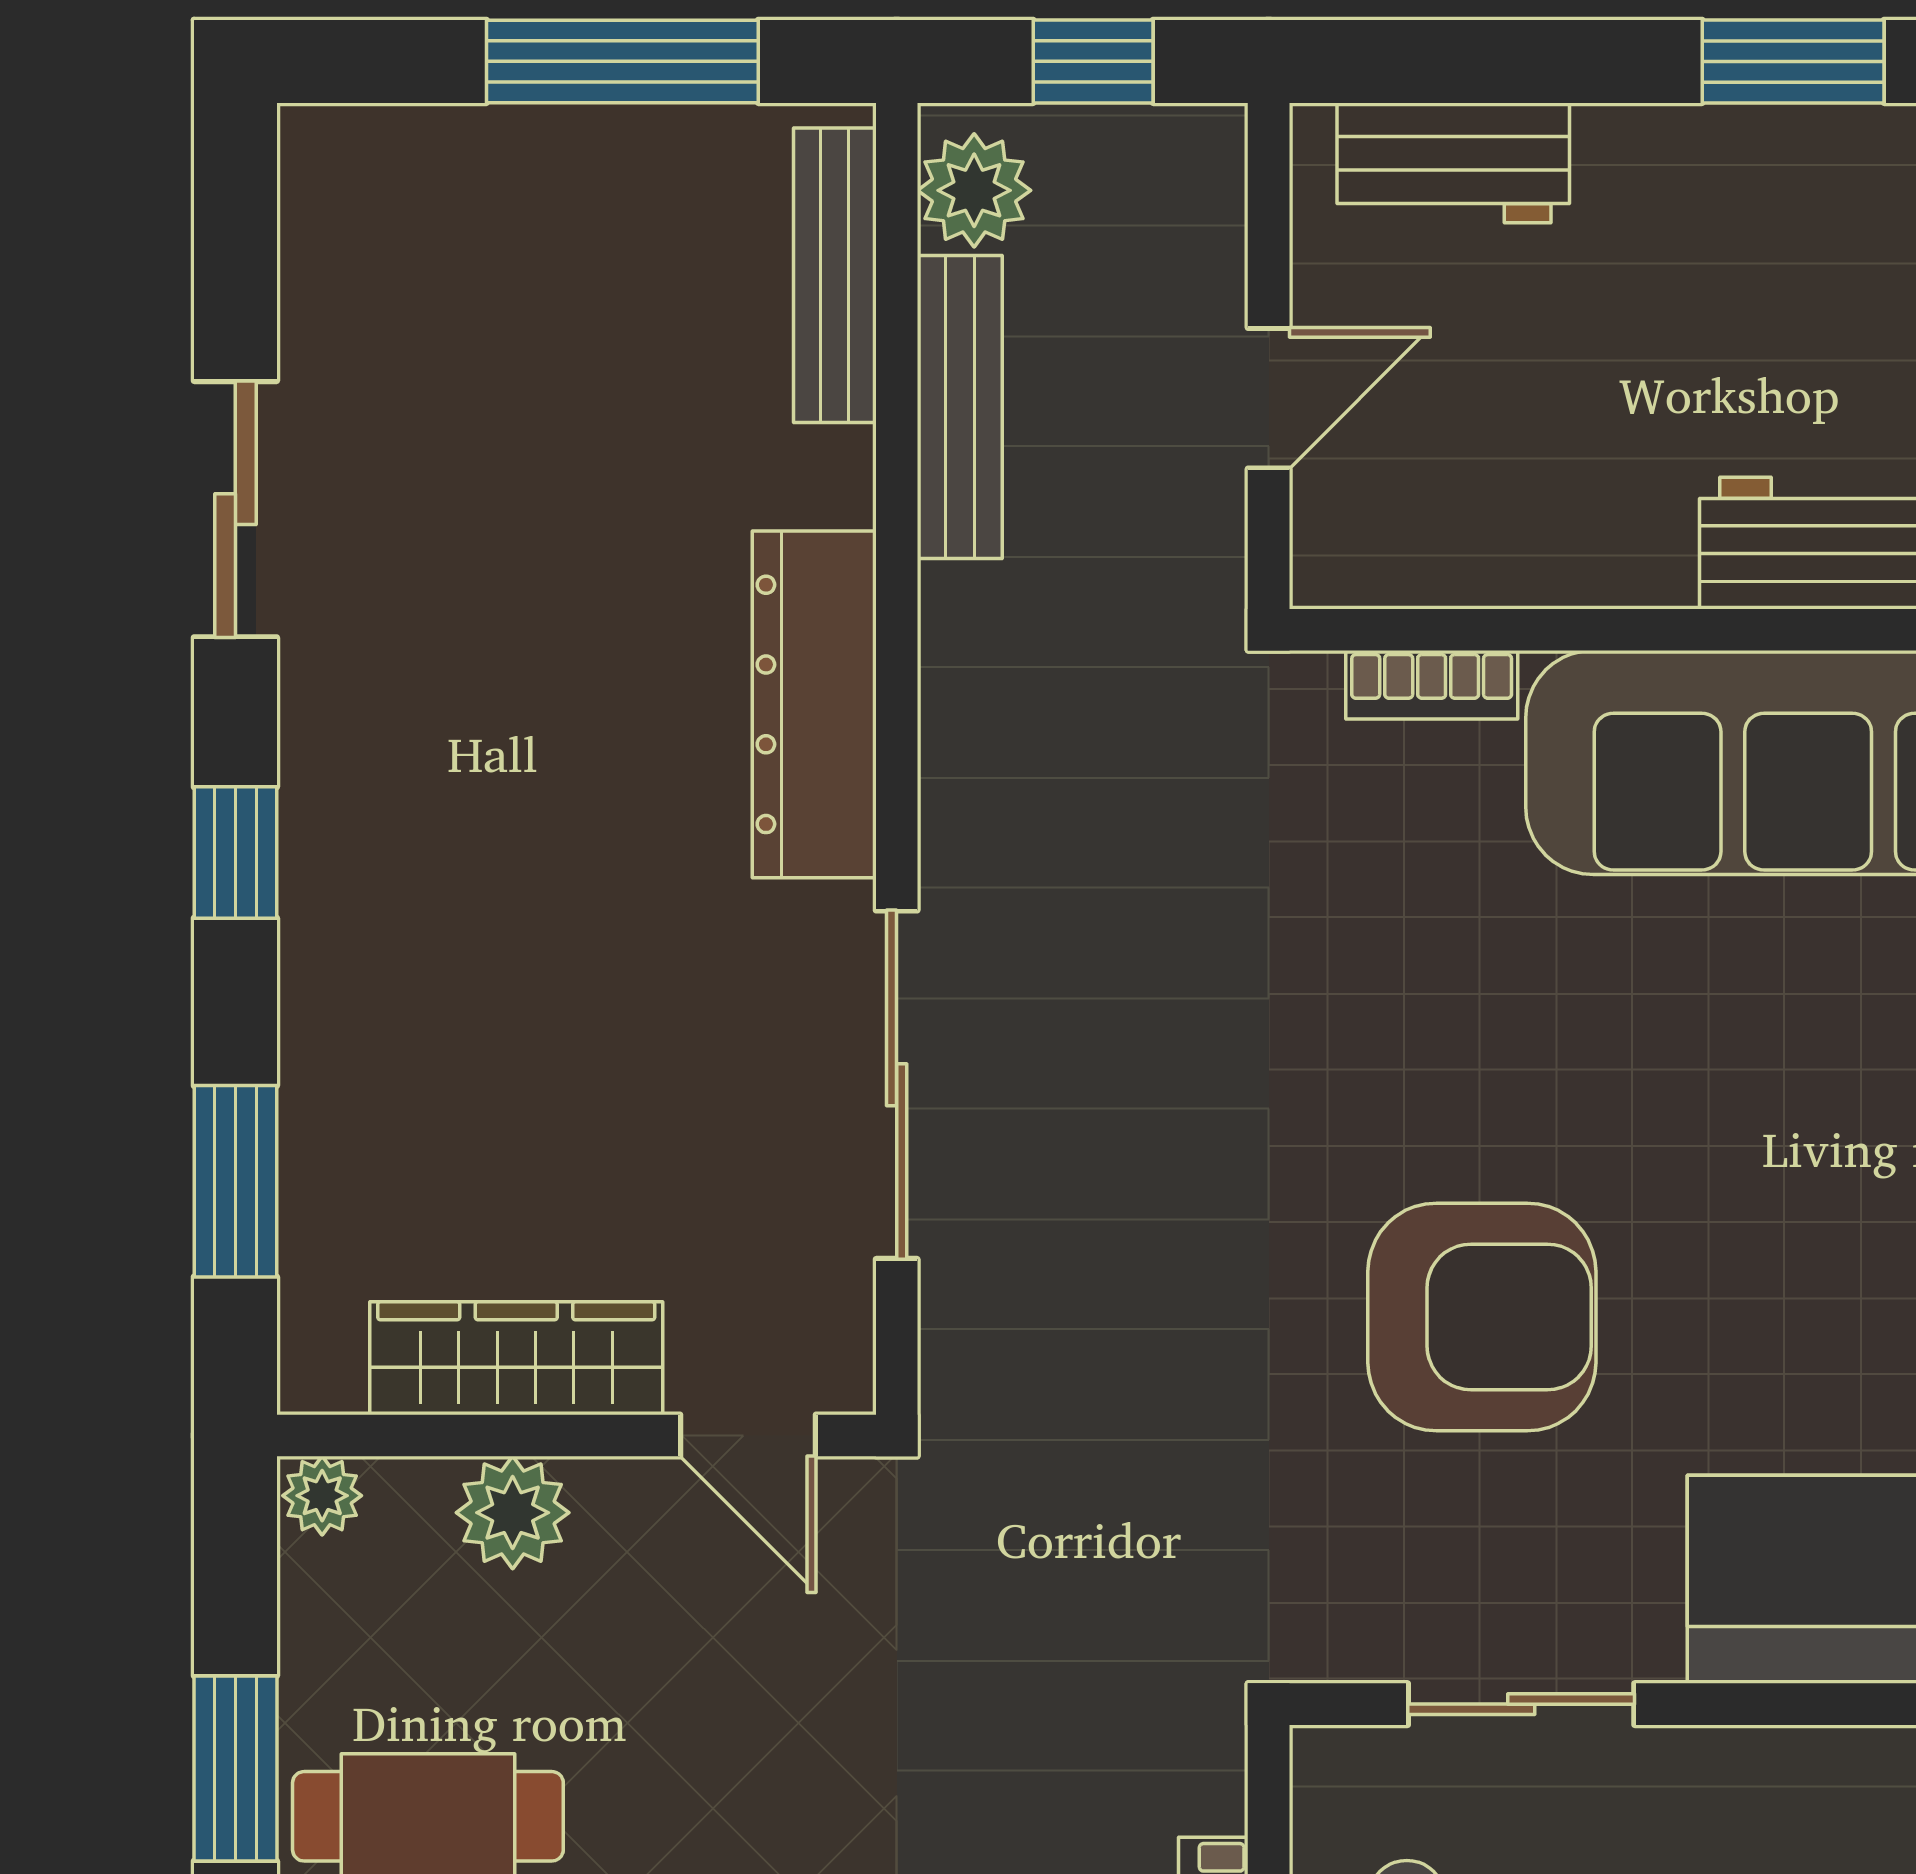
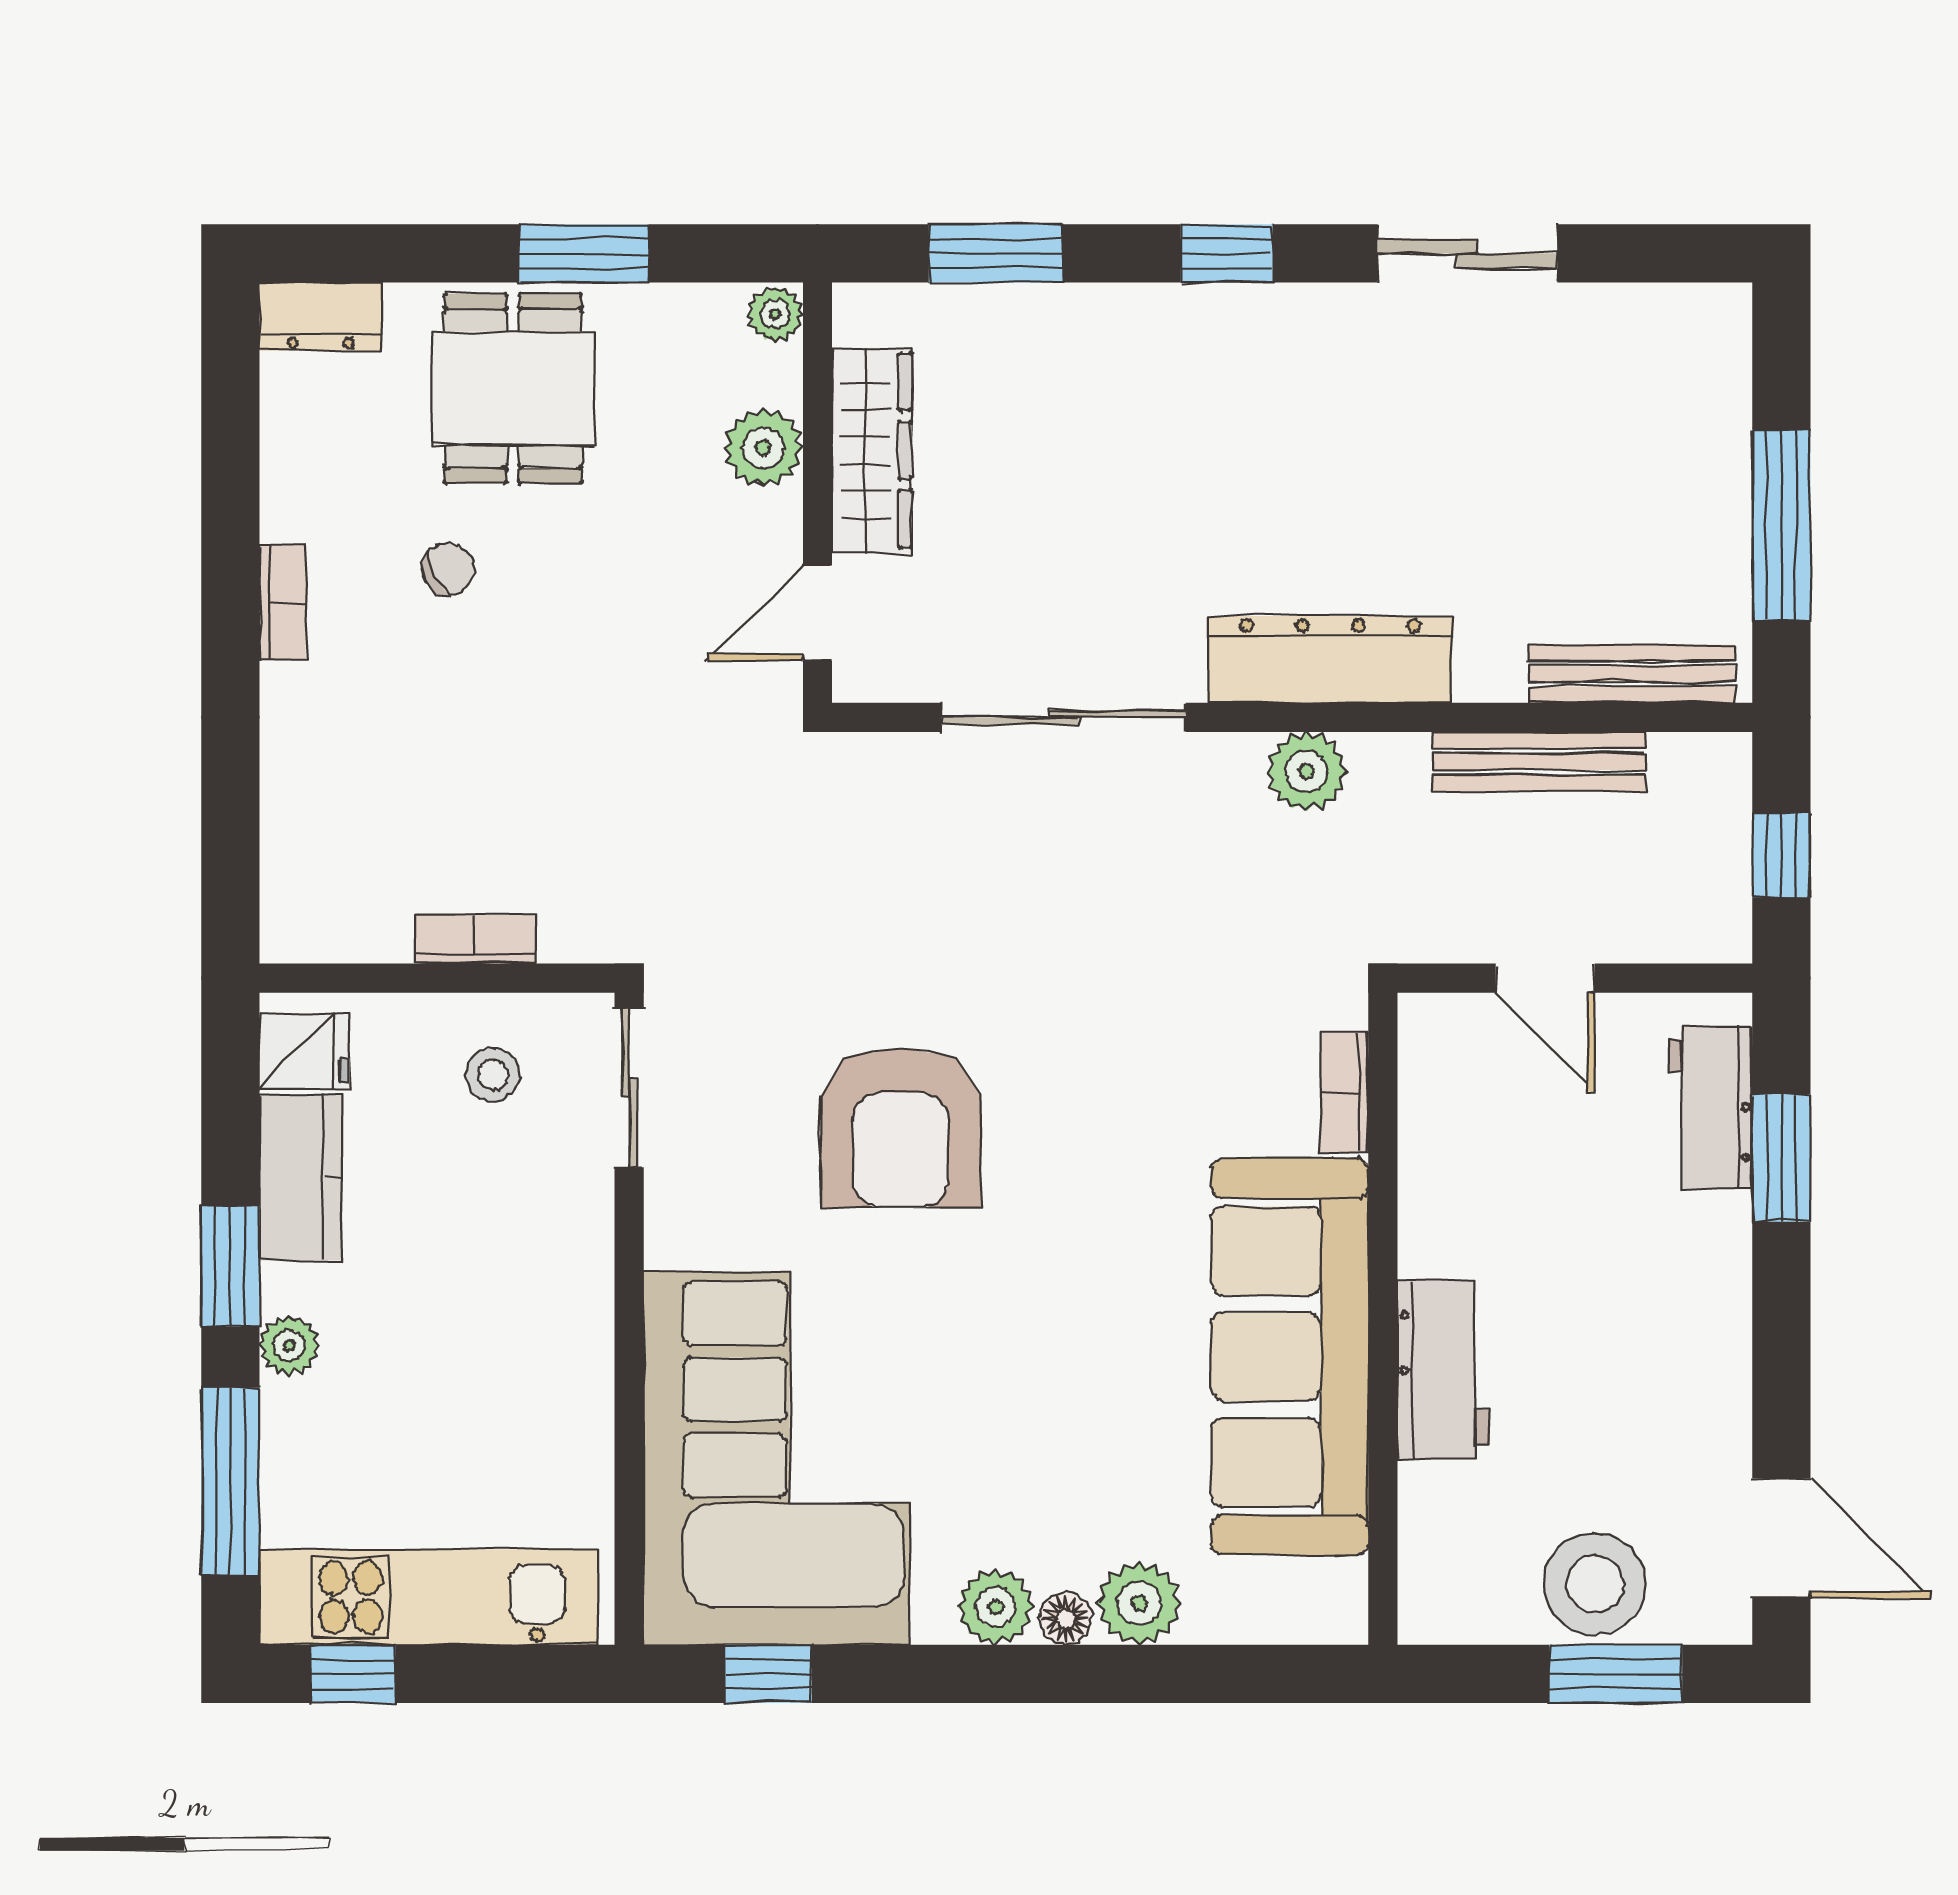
window: (1793, 61) -> (1781, 1158), moved
plant: (974, 190) -> (1307, 772), moved
sliding door: (1521, 1704) -> (629, 1088), moved

